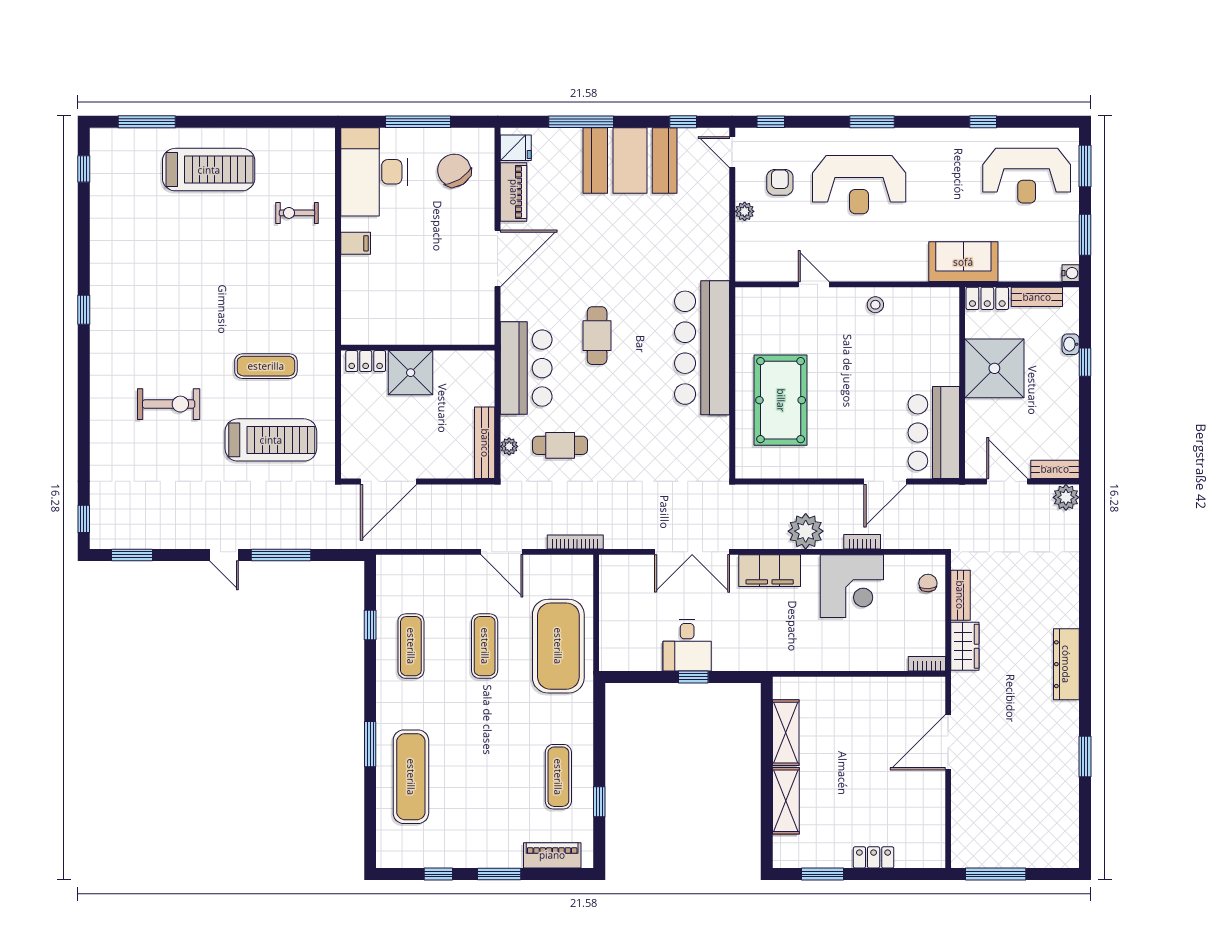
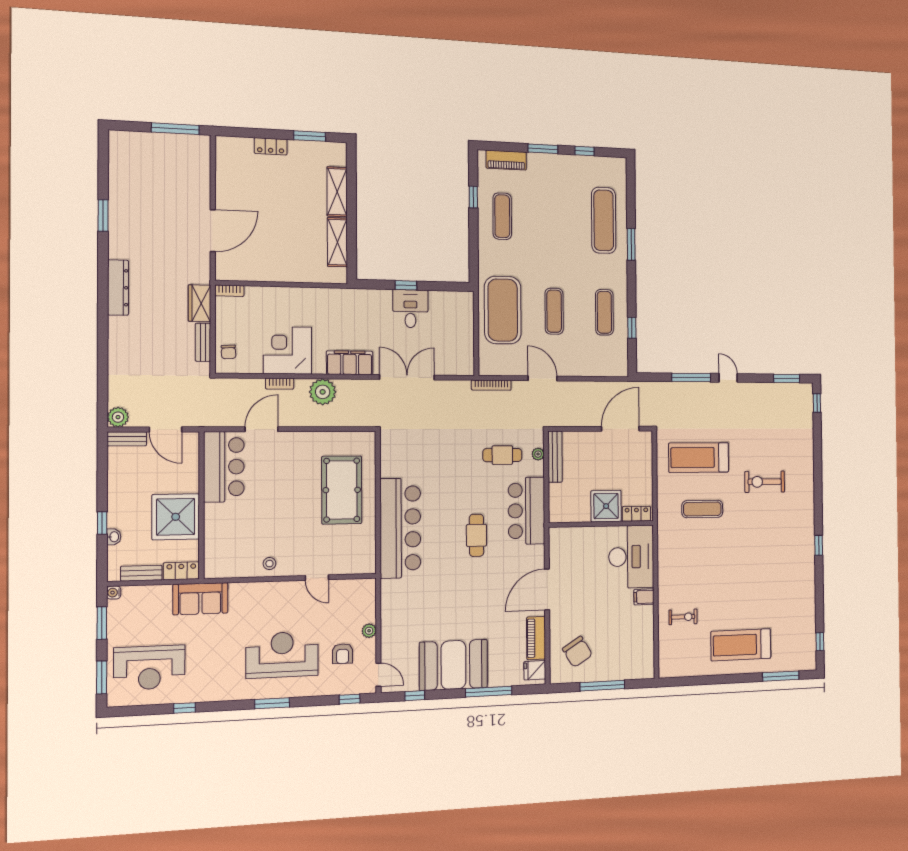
desk: (374, 172) -> (631, 557), moved
reception desk: (1027, 176) -> (149, 668), turned 180

